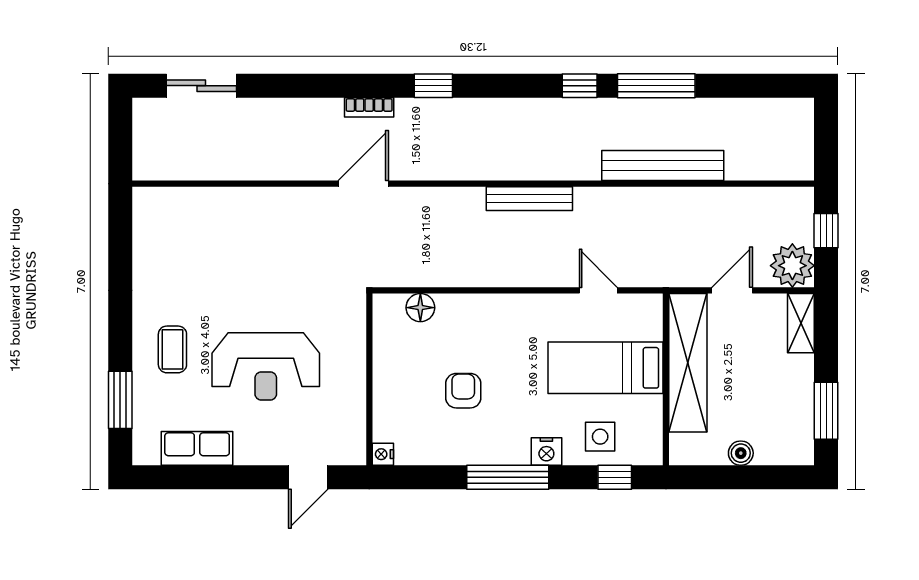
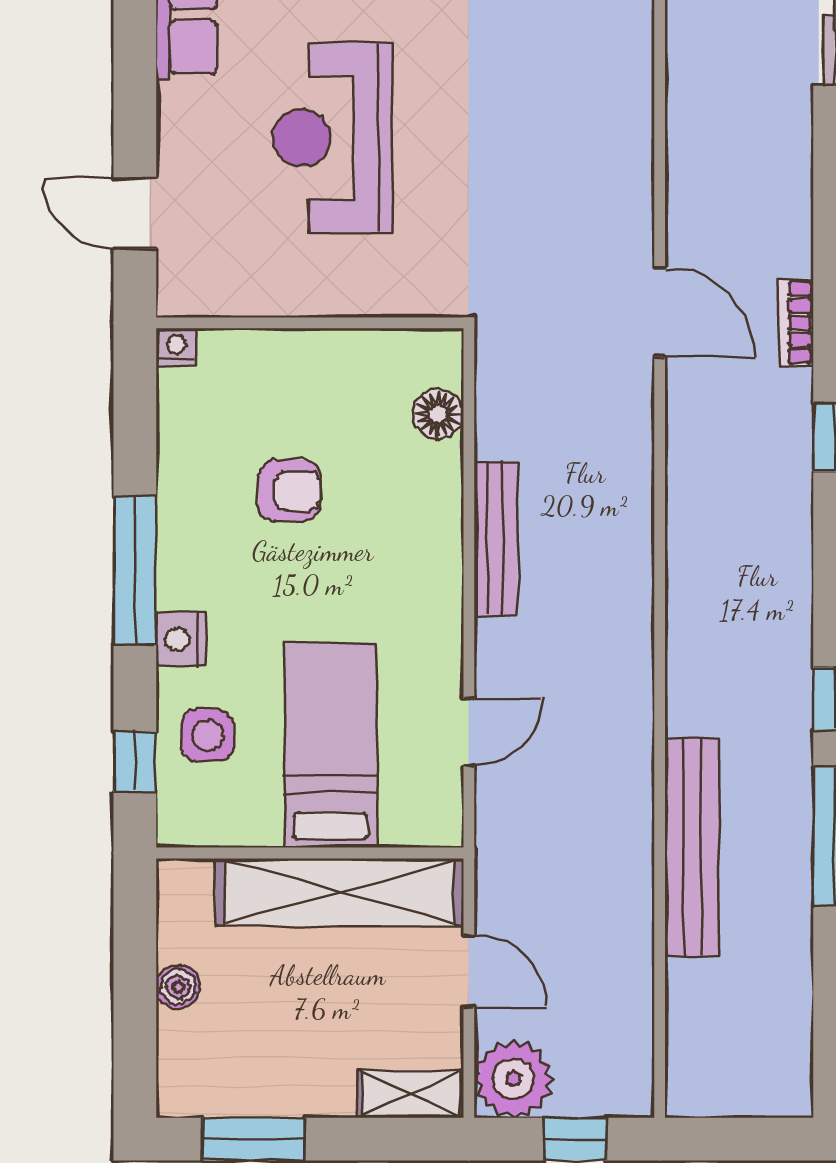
bench: (529, 199) -> (496, 539), moved

